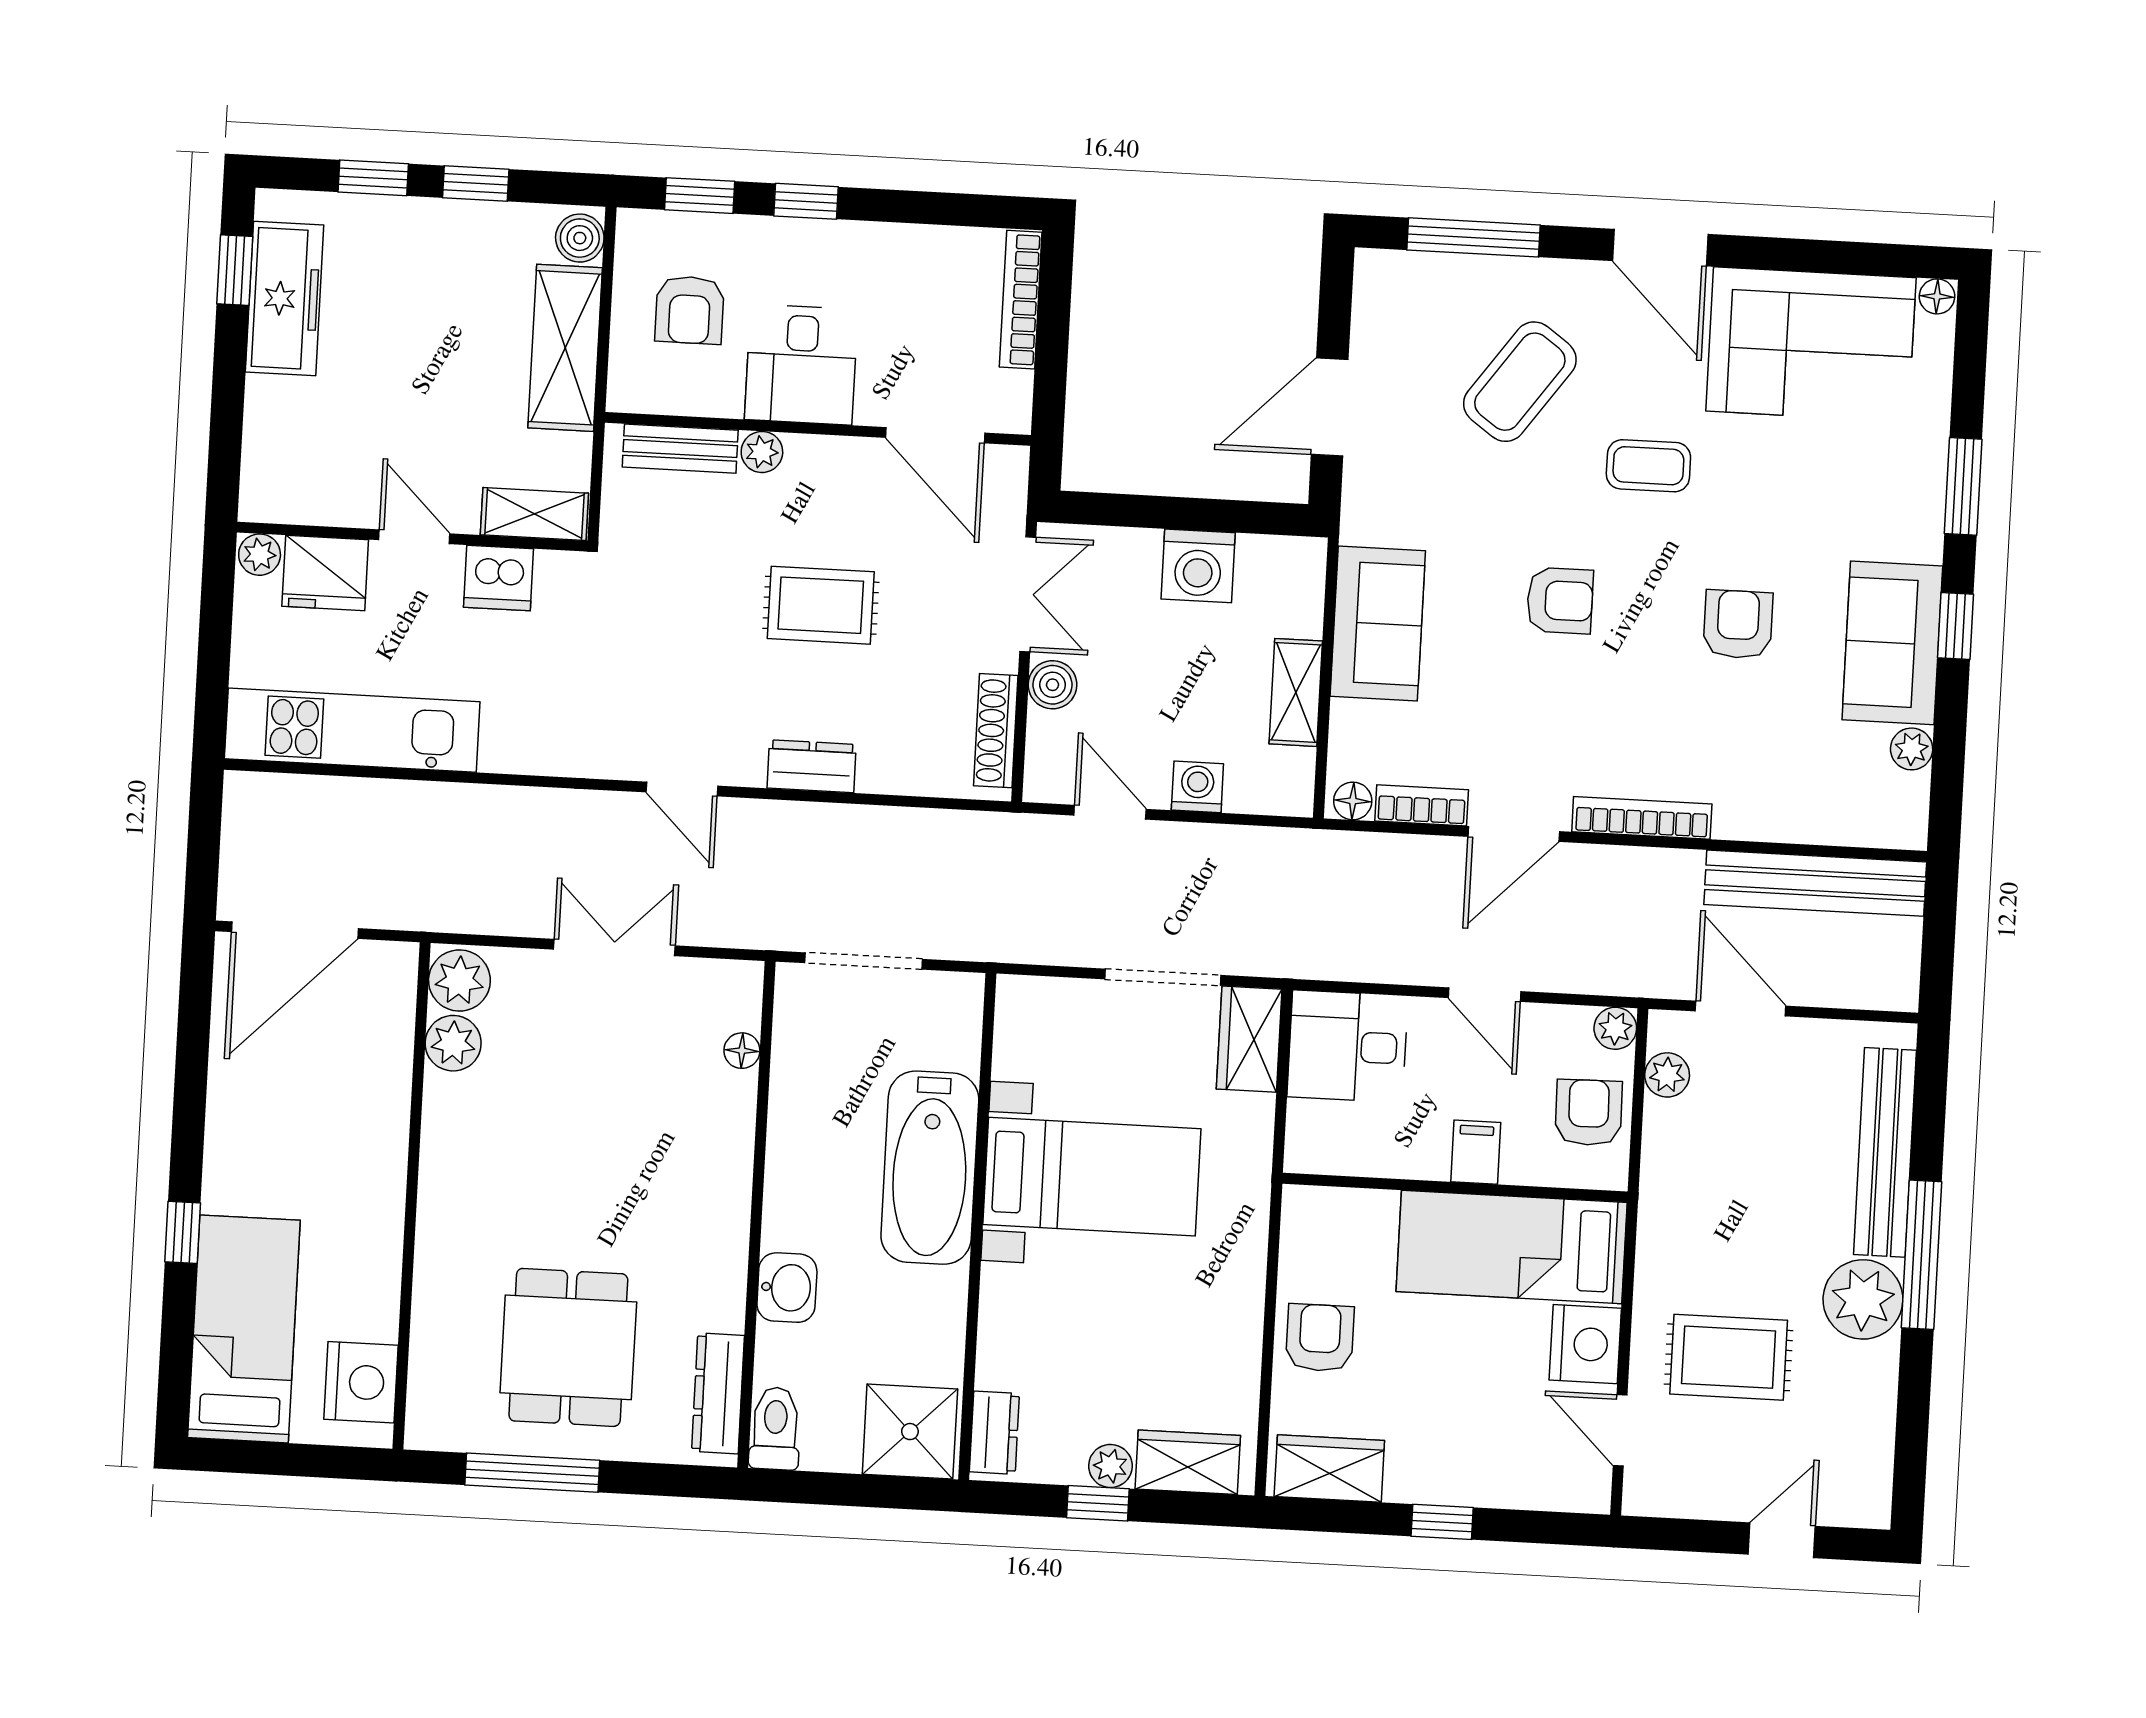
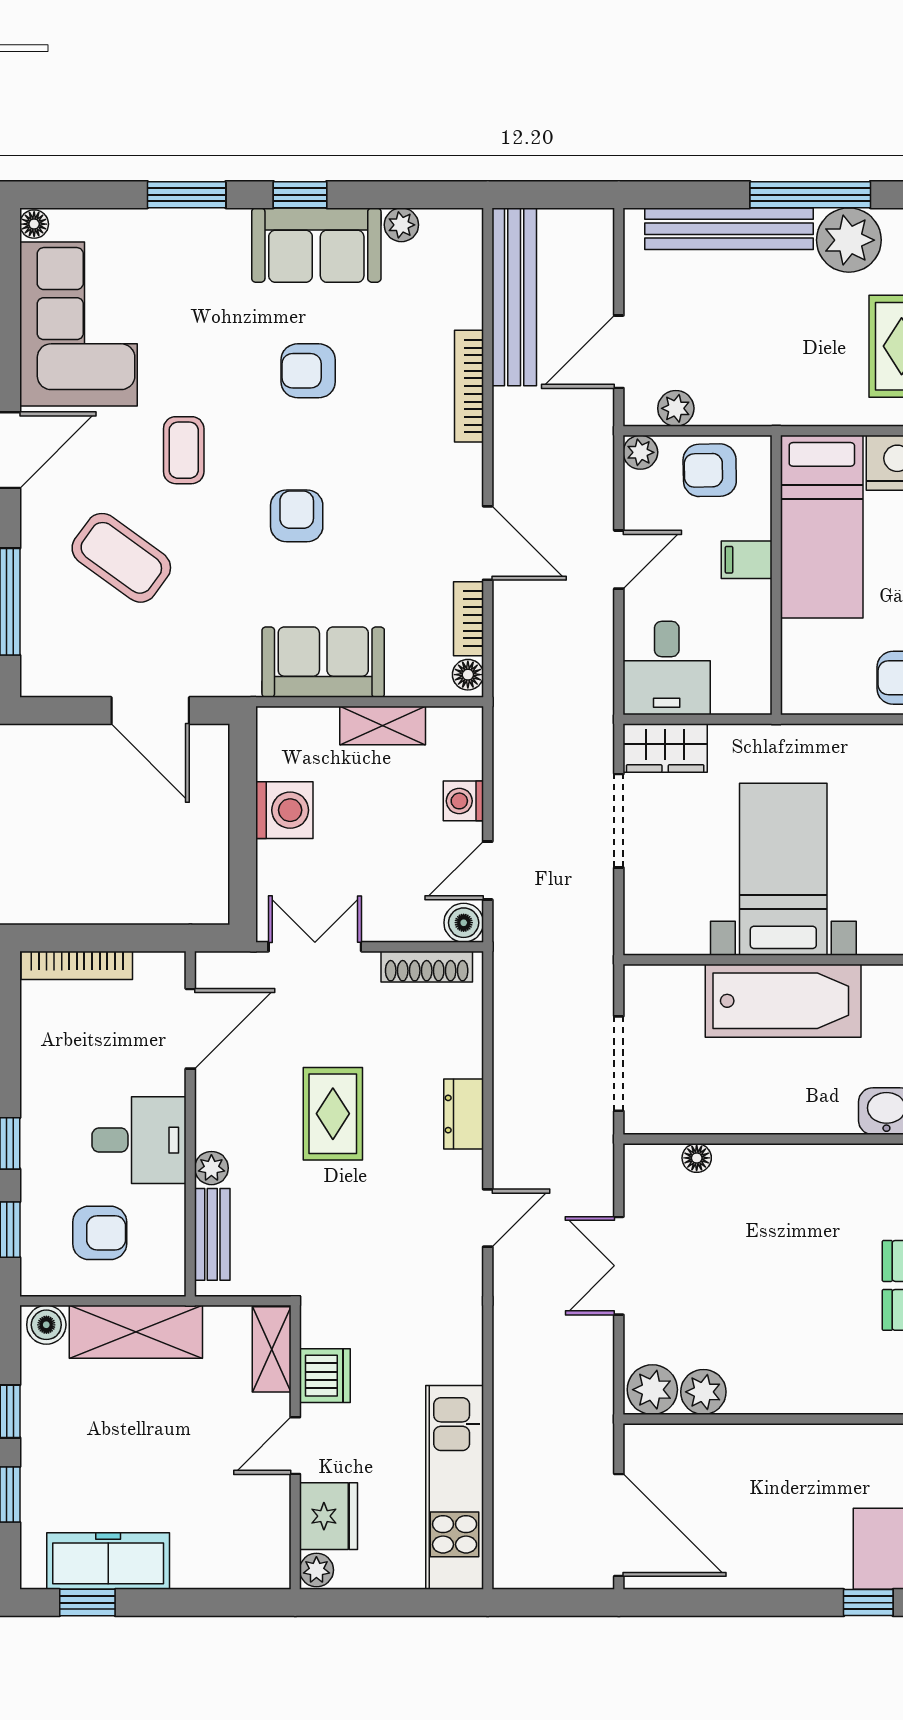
boiler: (1053, 685) -> (464, 923), moved
bookcase: (1642, 818) -> (469, 386), moved

